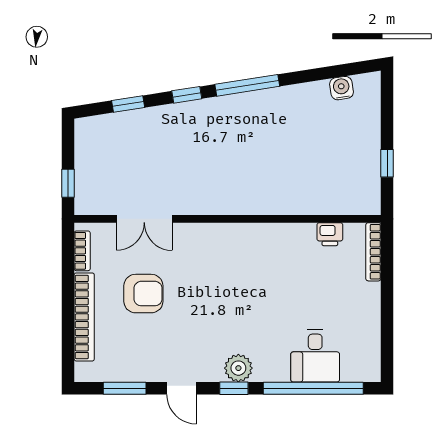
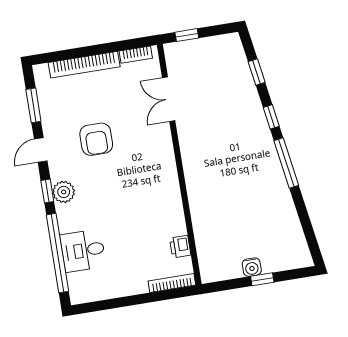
water cooler: (341, 88) -> (252, 267), moved, turned 99
window: (387, 163) -> (262, 279), moved
armchair: (143, 294) -> (96, 139), moved

